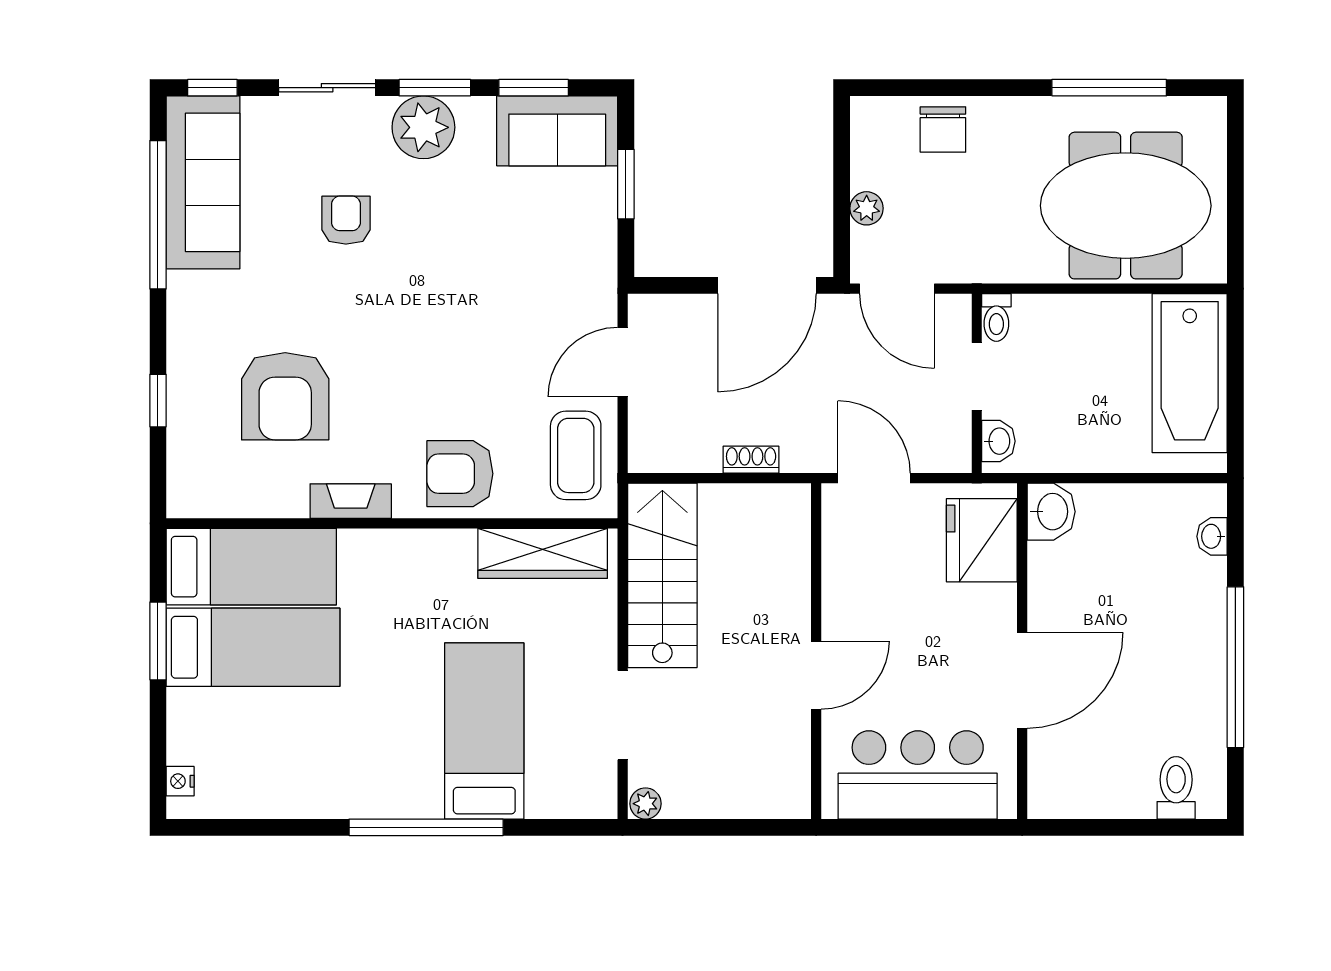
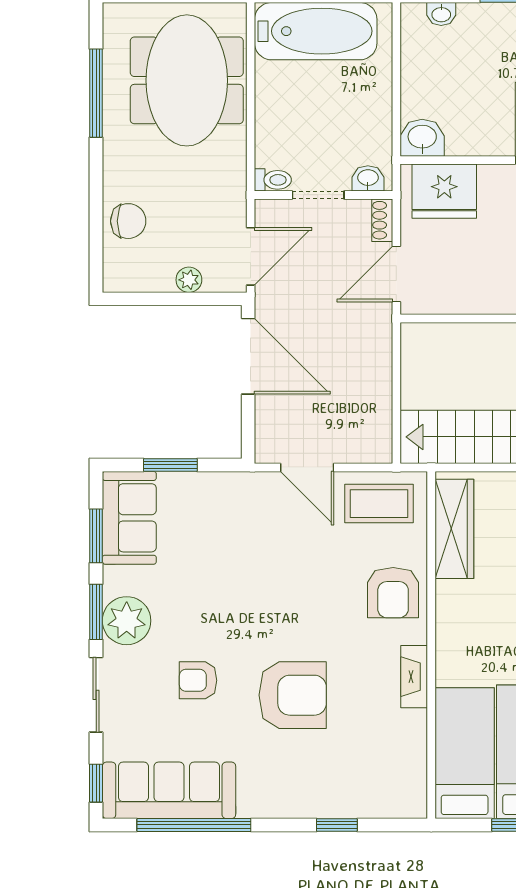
armchair: (285, 396) -> (293, 695), moved
shoe rack: (751, 460) -> (382, 220), moved

